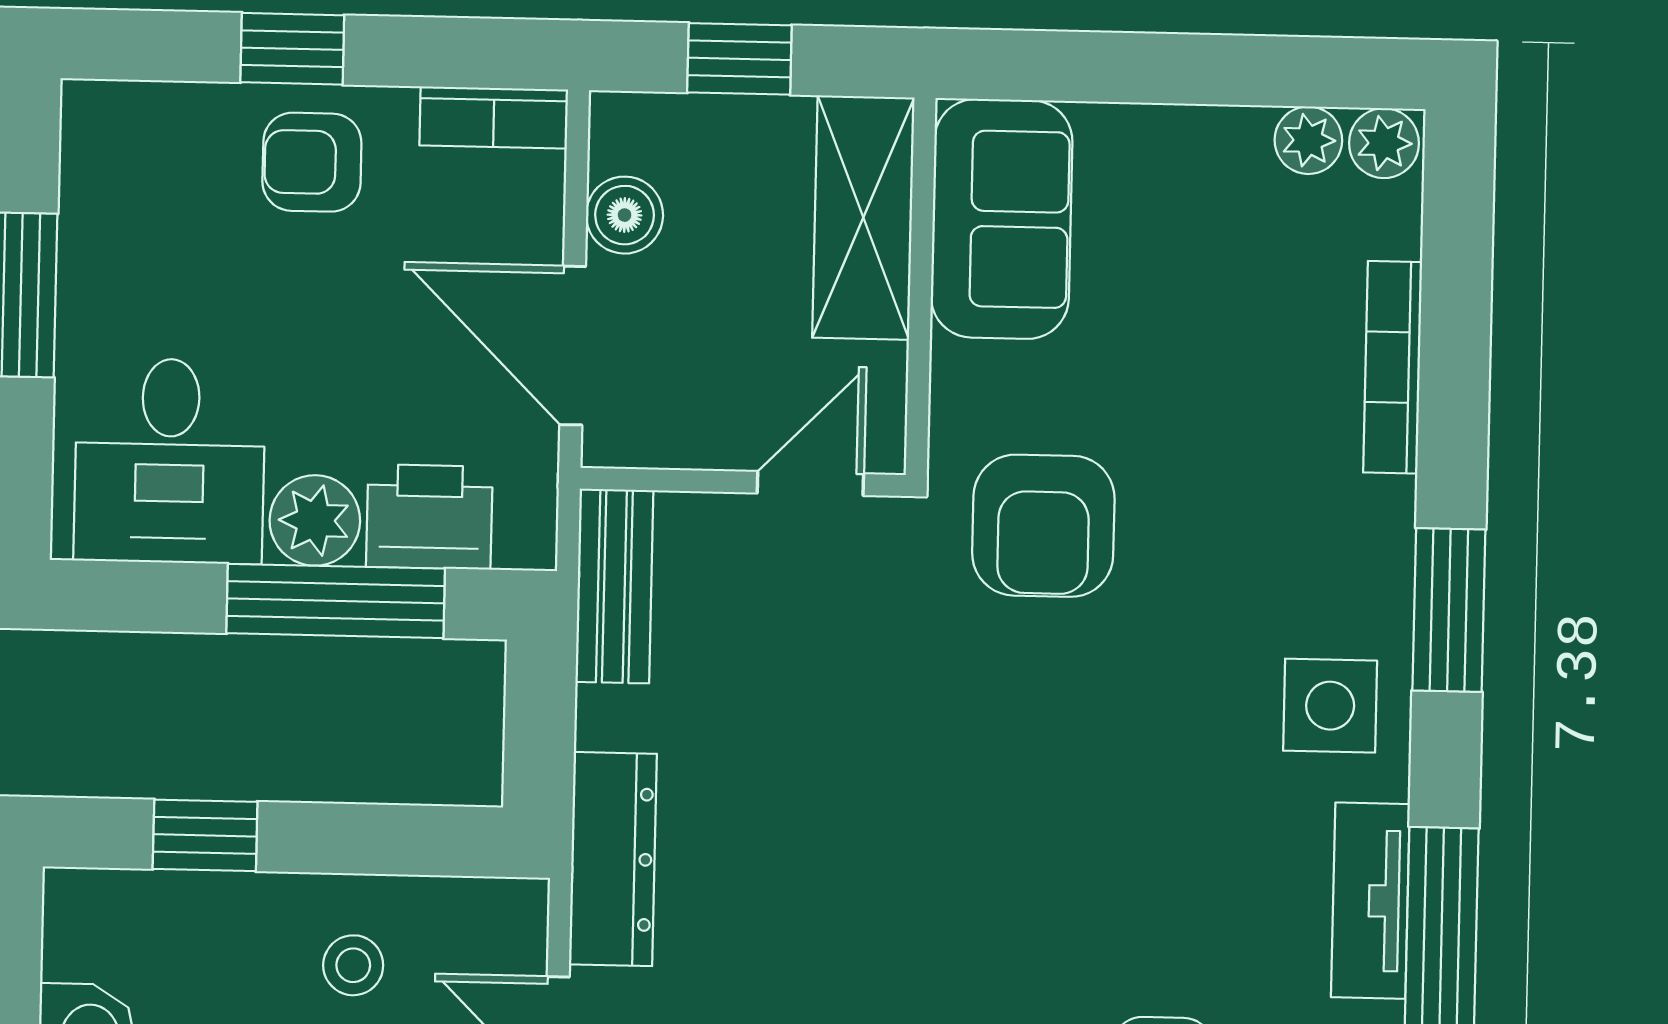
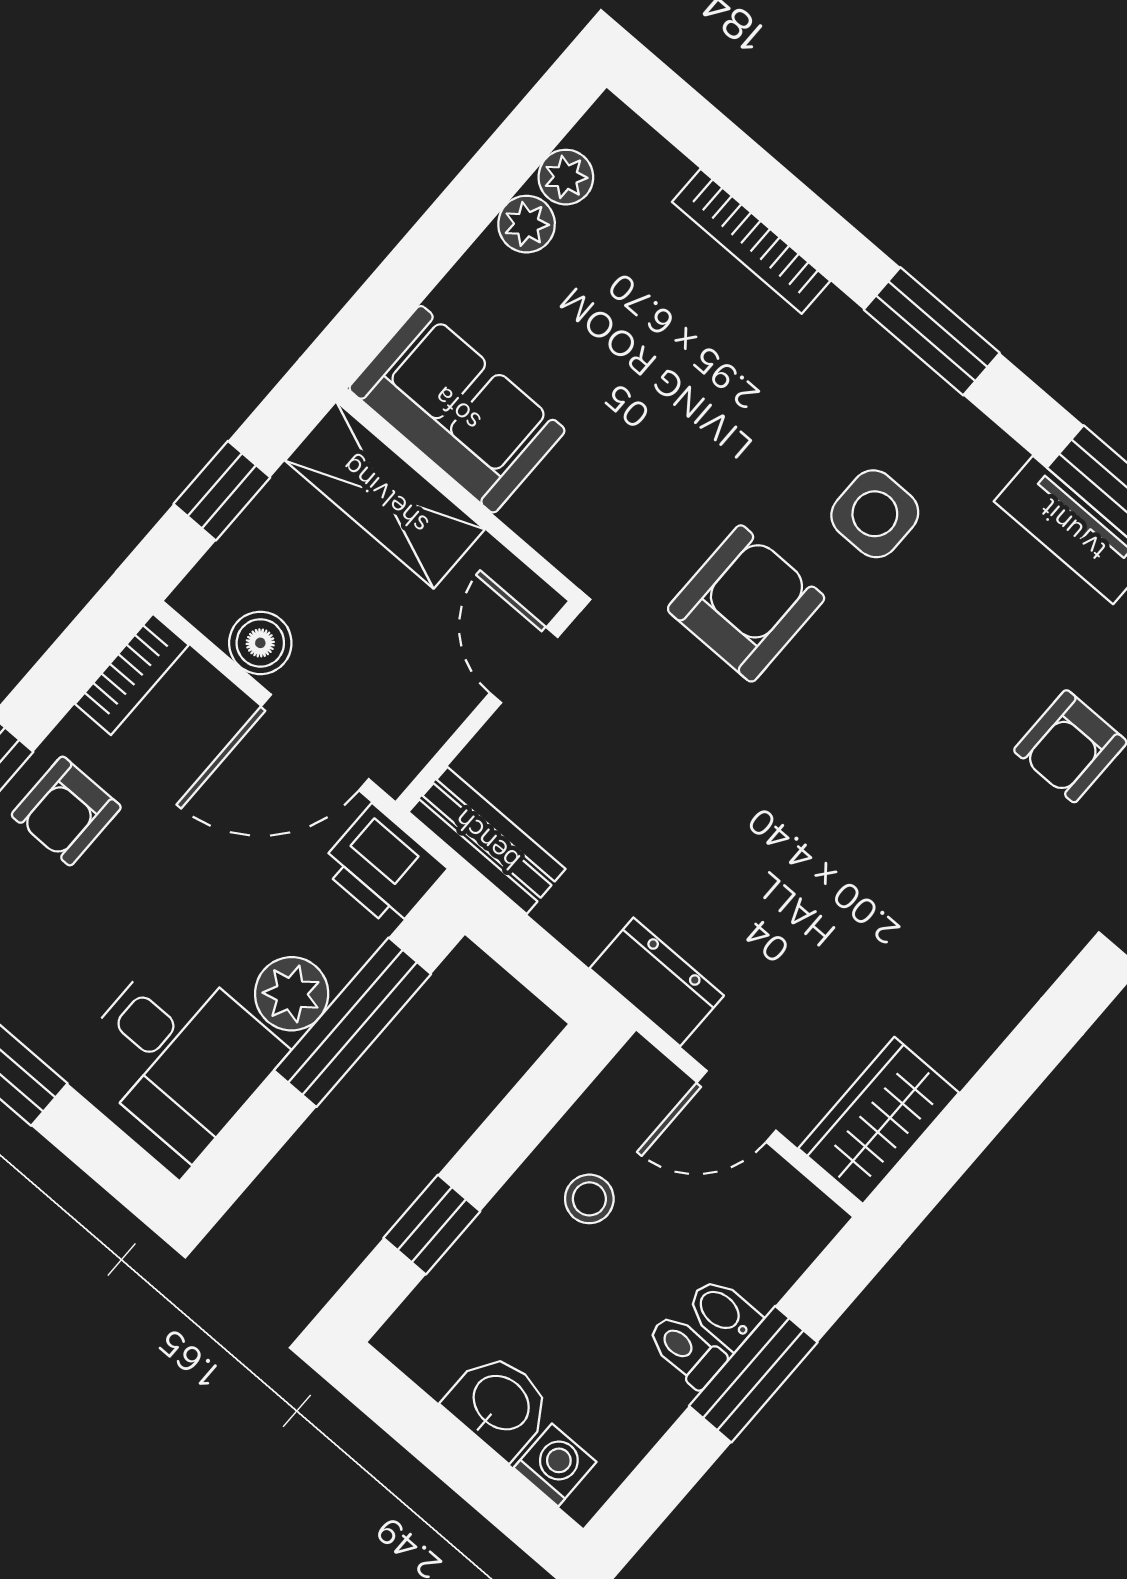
plant: (1384, 143) -> (527, 224), moved
printer: (429, 517) -> (383, 867), moved, turned -90
armchair: (1043, 526) -> (746, 603), moved, turned -90
side table: (1330, 706) -> (875, 514), moved
dresser: (613, 859) -> (657, 982), width x0.70

